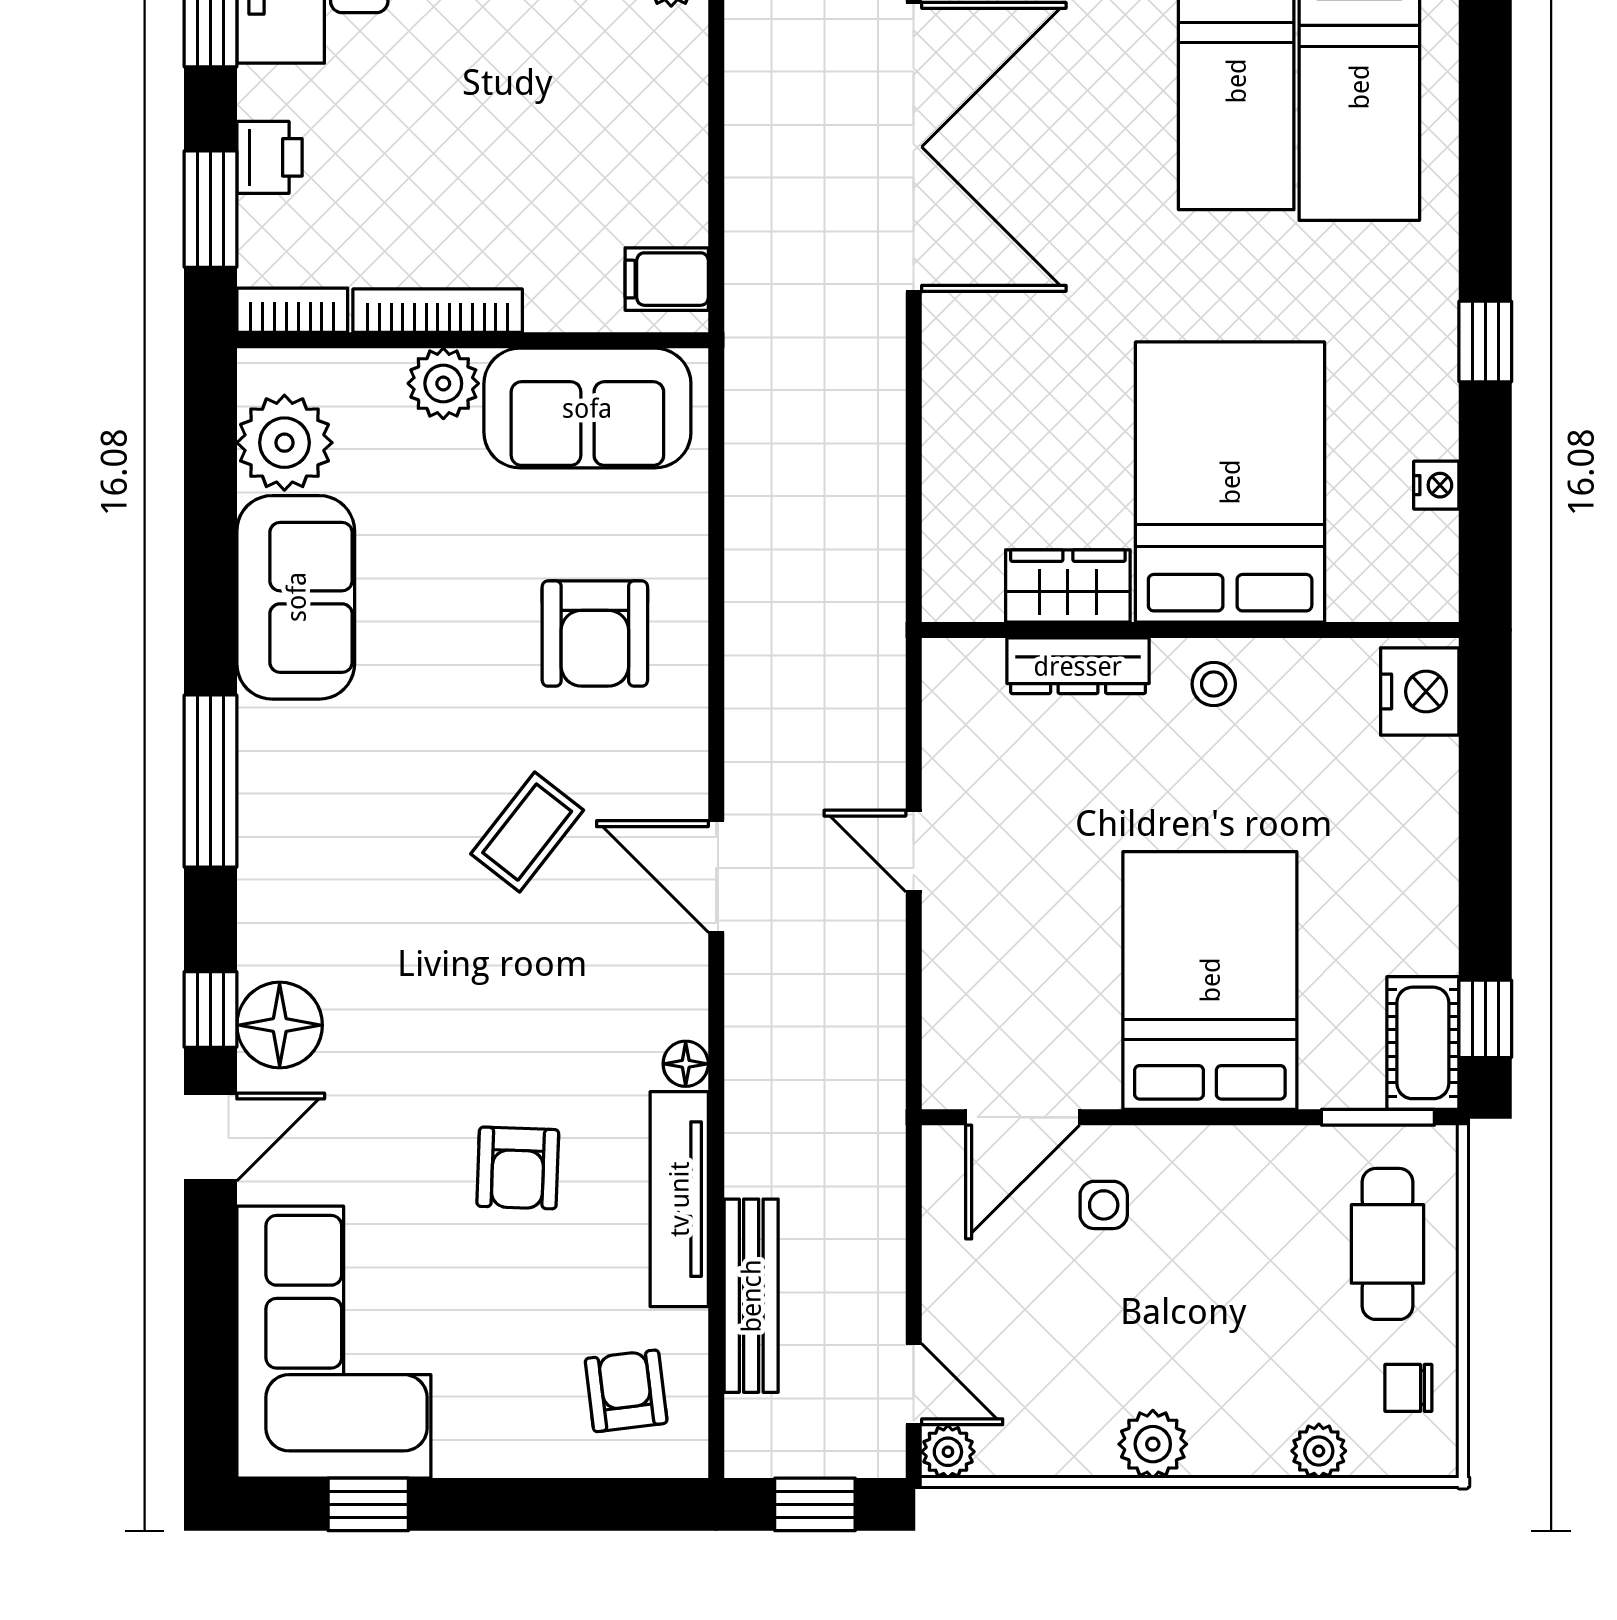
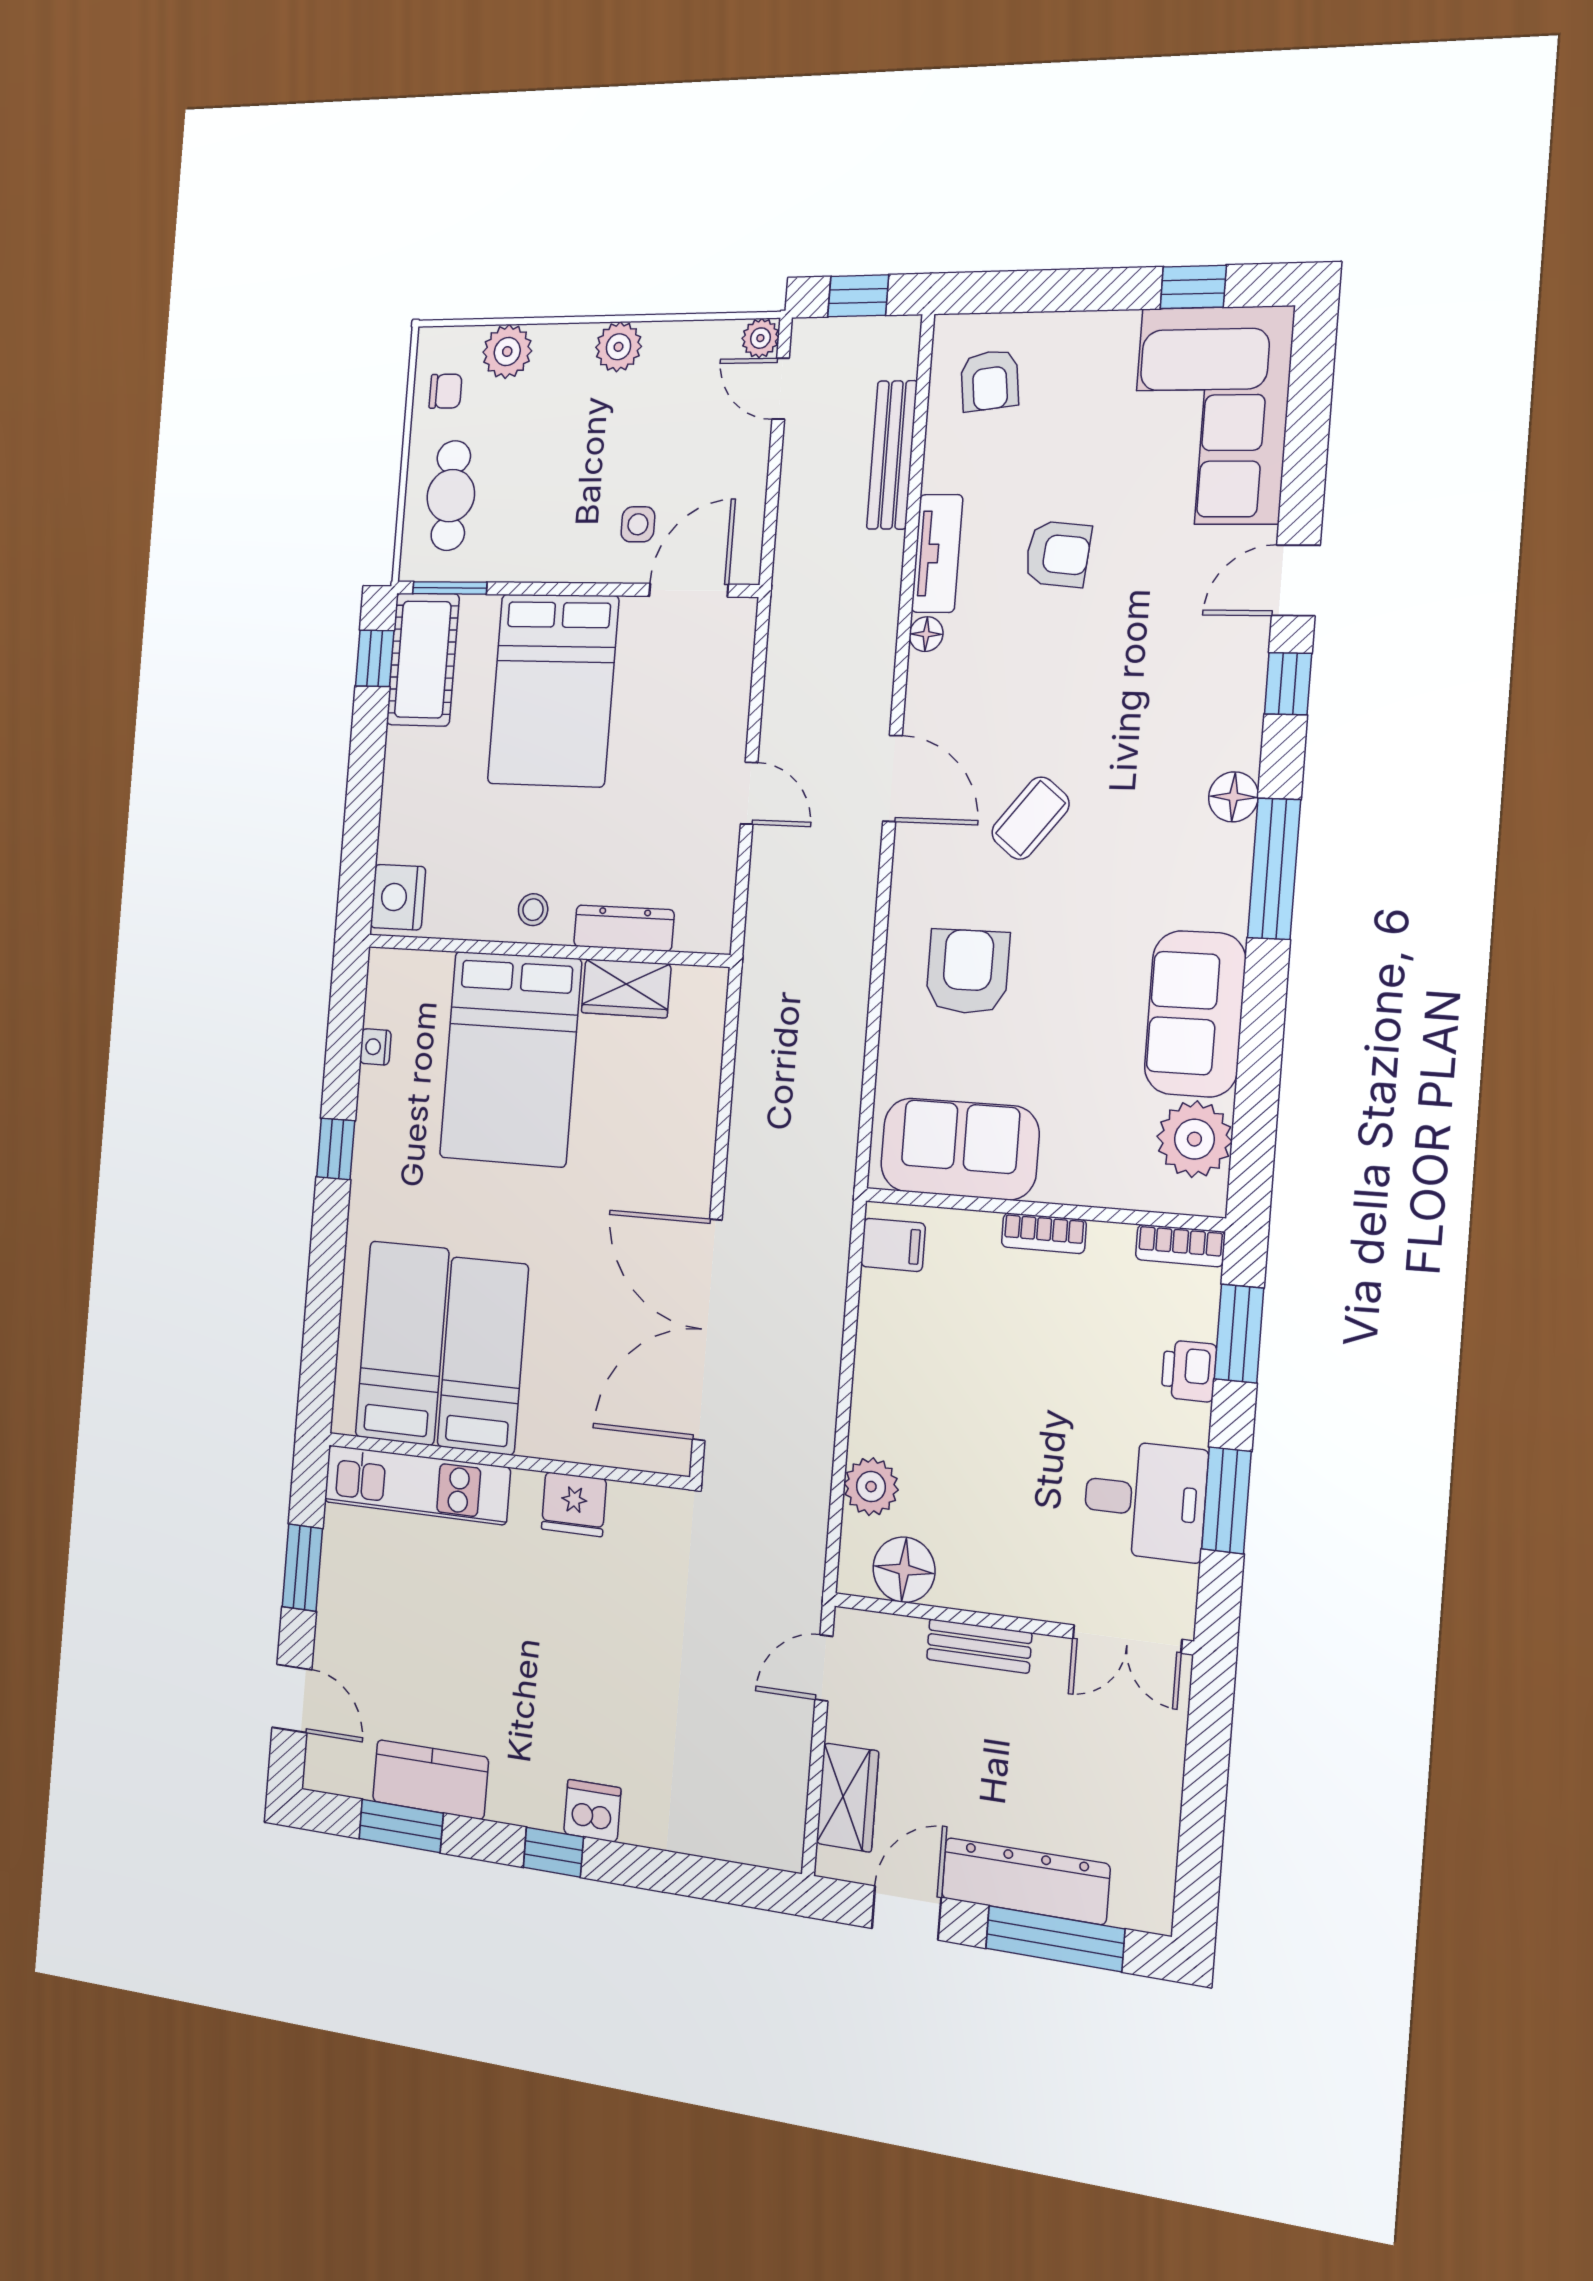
bookcase: (438, 311) -> (1044, 1233), width x0.64
plant: (443, 383) -> (1067, 1177), removed
floor lamp: (280, 1025) -> (1233, 797), moved, width x0.73, depth x0.73
cot: (1423, 1043) -> (423, 659), width x1.37, depth x1.34
armchair: (518, 1168) -> (1058, 554), turned 93
tv unit: (679, 1199) -> (937, 553), width x0.71
plant: (1319, 1451) -> (507, 351), width x1.38, depth x1.38

